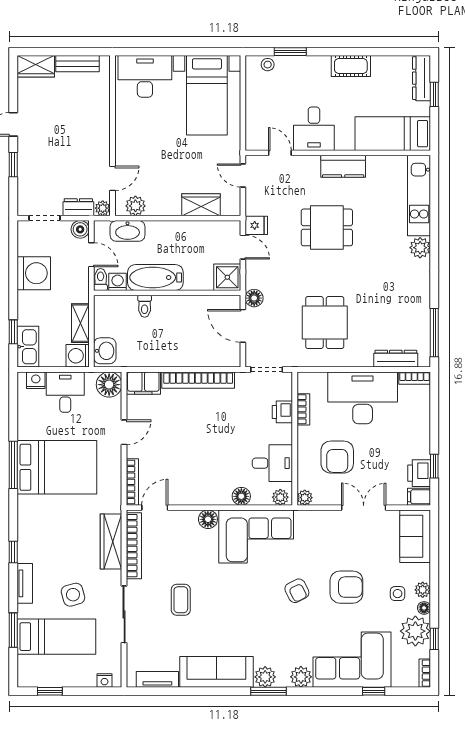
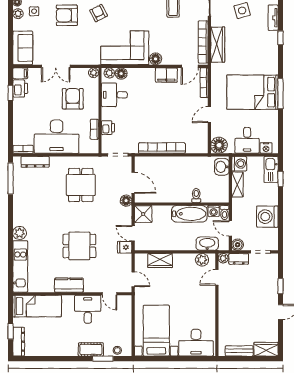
cot: (351, 66) -> (91, 349), moved
filing cabinet: (143, 383) -> (166, 75), moved, turned 180
floor lamp: (241, 496) -> (121, 74), moved

